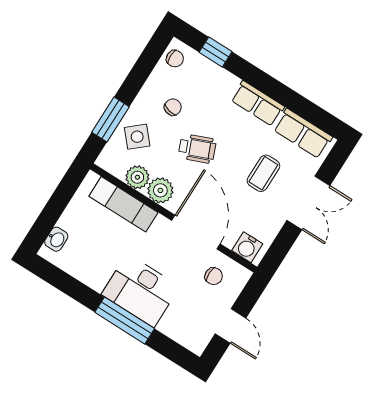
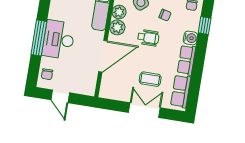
wheelchair: (197, 149) -> (148, 38), turned -68
double door: (308, 203) -> (144, 110), swing flipped
water cooler: (247, 247) -> (190, 38), moved, turned 180
chair: (214, 276) -> (47, 74), moved
door: (231, 326) -> (60, 96), hinge flipped

